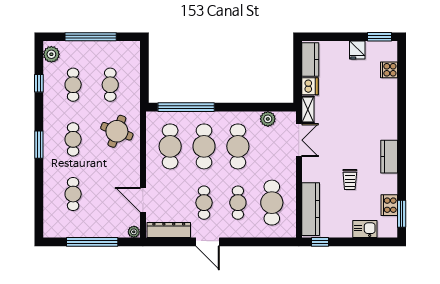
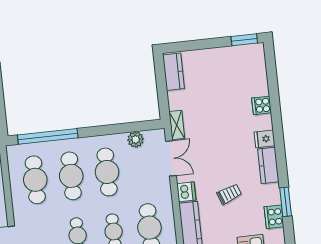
fridge: (357, 50) -> (264, 139), moved, turned 90
cooker: (389, 70) -> (262, 105), moved
dishwasher: (310, 86) -> (186, 192), moved
trolley: (350, 179) -> (229, 194), turned -111
window: (402, 214) -> (286, 202), moved

